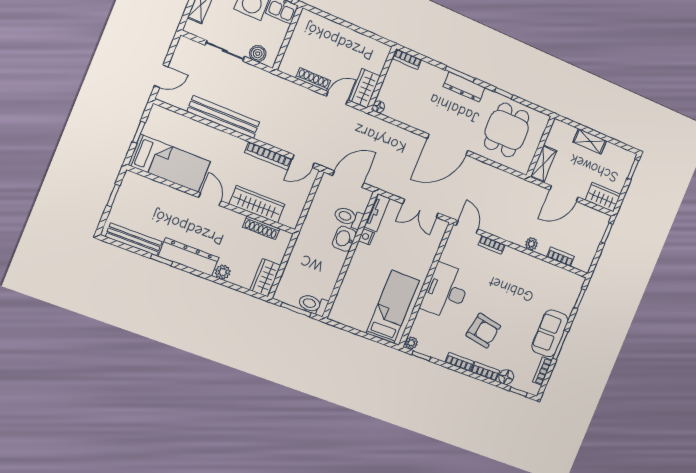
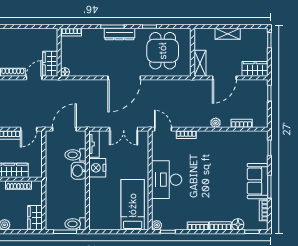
nightstand: (366, 237) -> (97, 168), width x1.89, depth x1.79
armchair: (483, 331) -> (206, 197), removed

